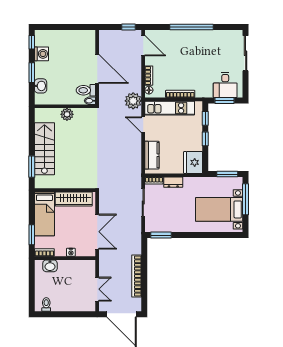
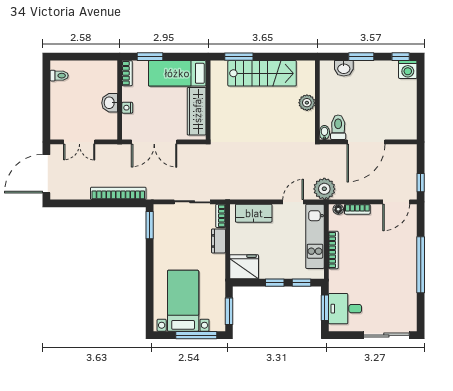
washing machine: (42, 54) -> (408, 69), moved
washbasin: (50, 266) -> (110, 103), moved
bookcase: (137, 276) -> (118, 193), moved

